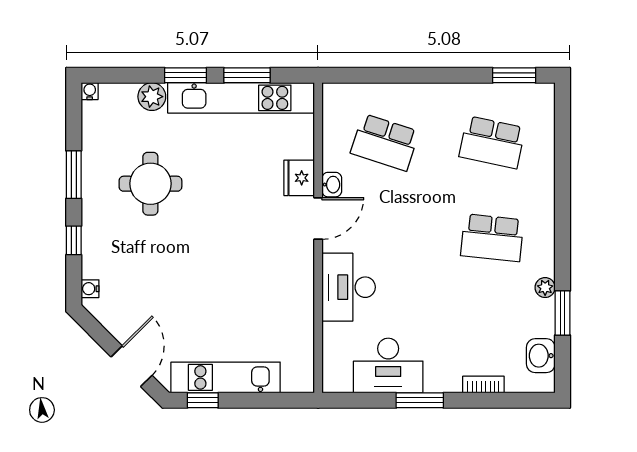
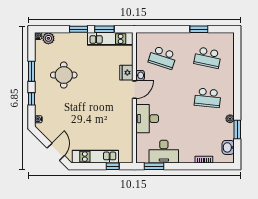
window: (514, 75) -> (199, 29), moved
plant: (152, 97) -> (48, 38), moved
kitchen unit: (241, 98) -> (110, 39), width x0.73
window: (203, 400) -> (113, 166), moved
window: (420, 400) -> (154, 166), moved

